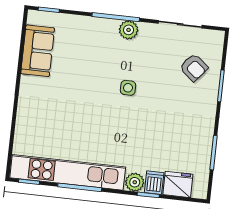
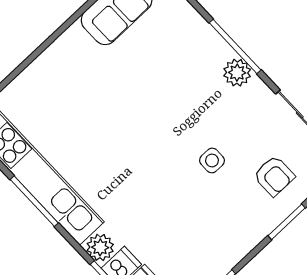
armchair: (194, 67) -> (274, 176), turned -39
side table: (128, 88) -> (212, 160), moved

